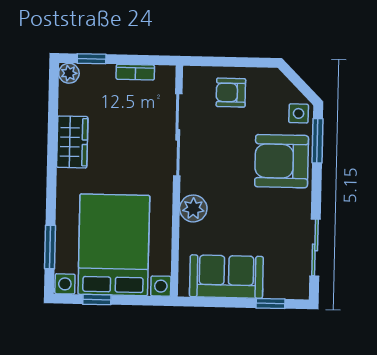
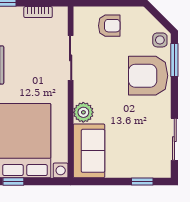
armchair: (231, 93) -> (109, 26), turned 180
sliding door: (178, 135) -> (71, 58), width x0.73
sofa: (226, 277) -> (89, 151), moved, turned 90

